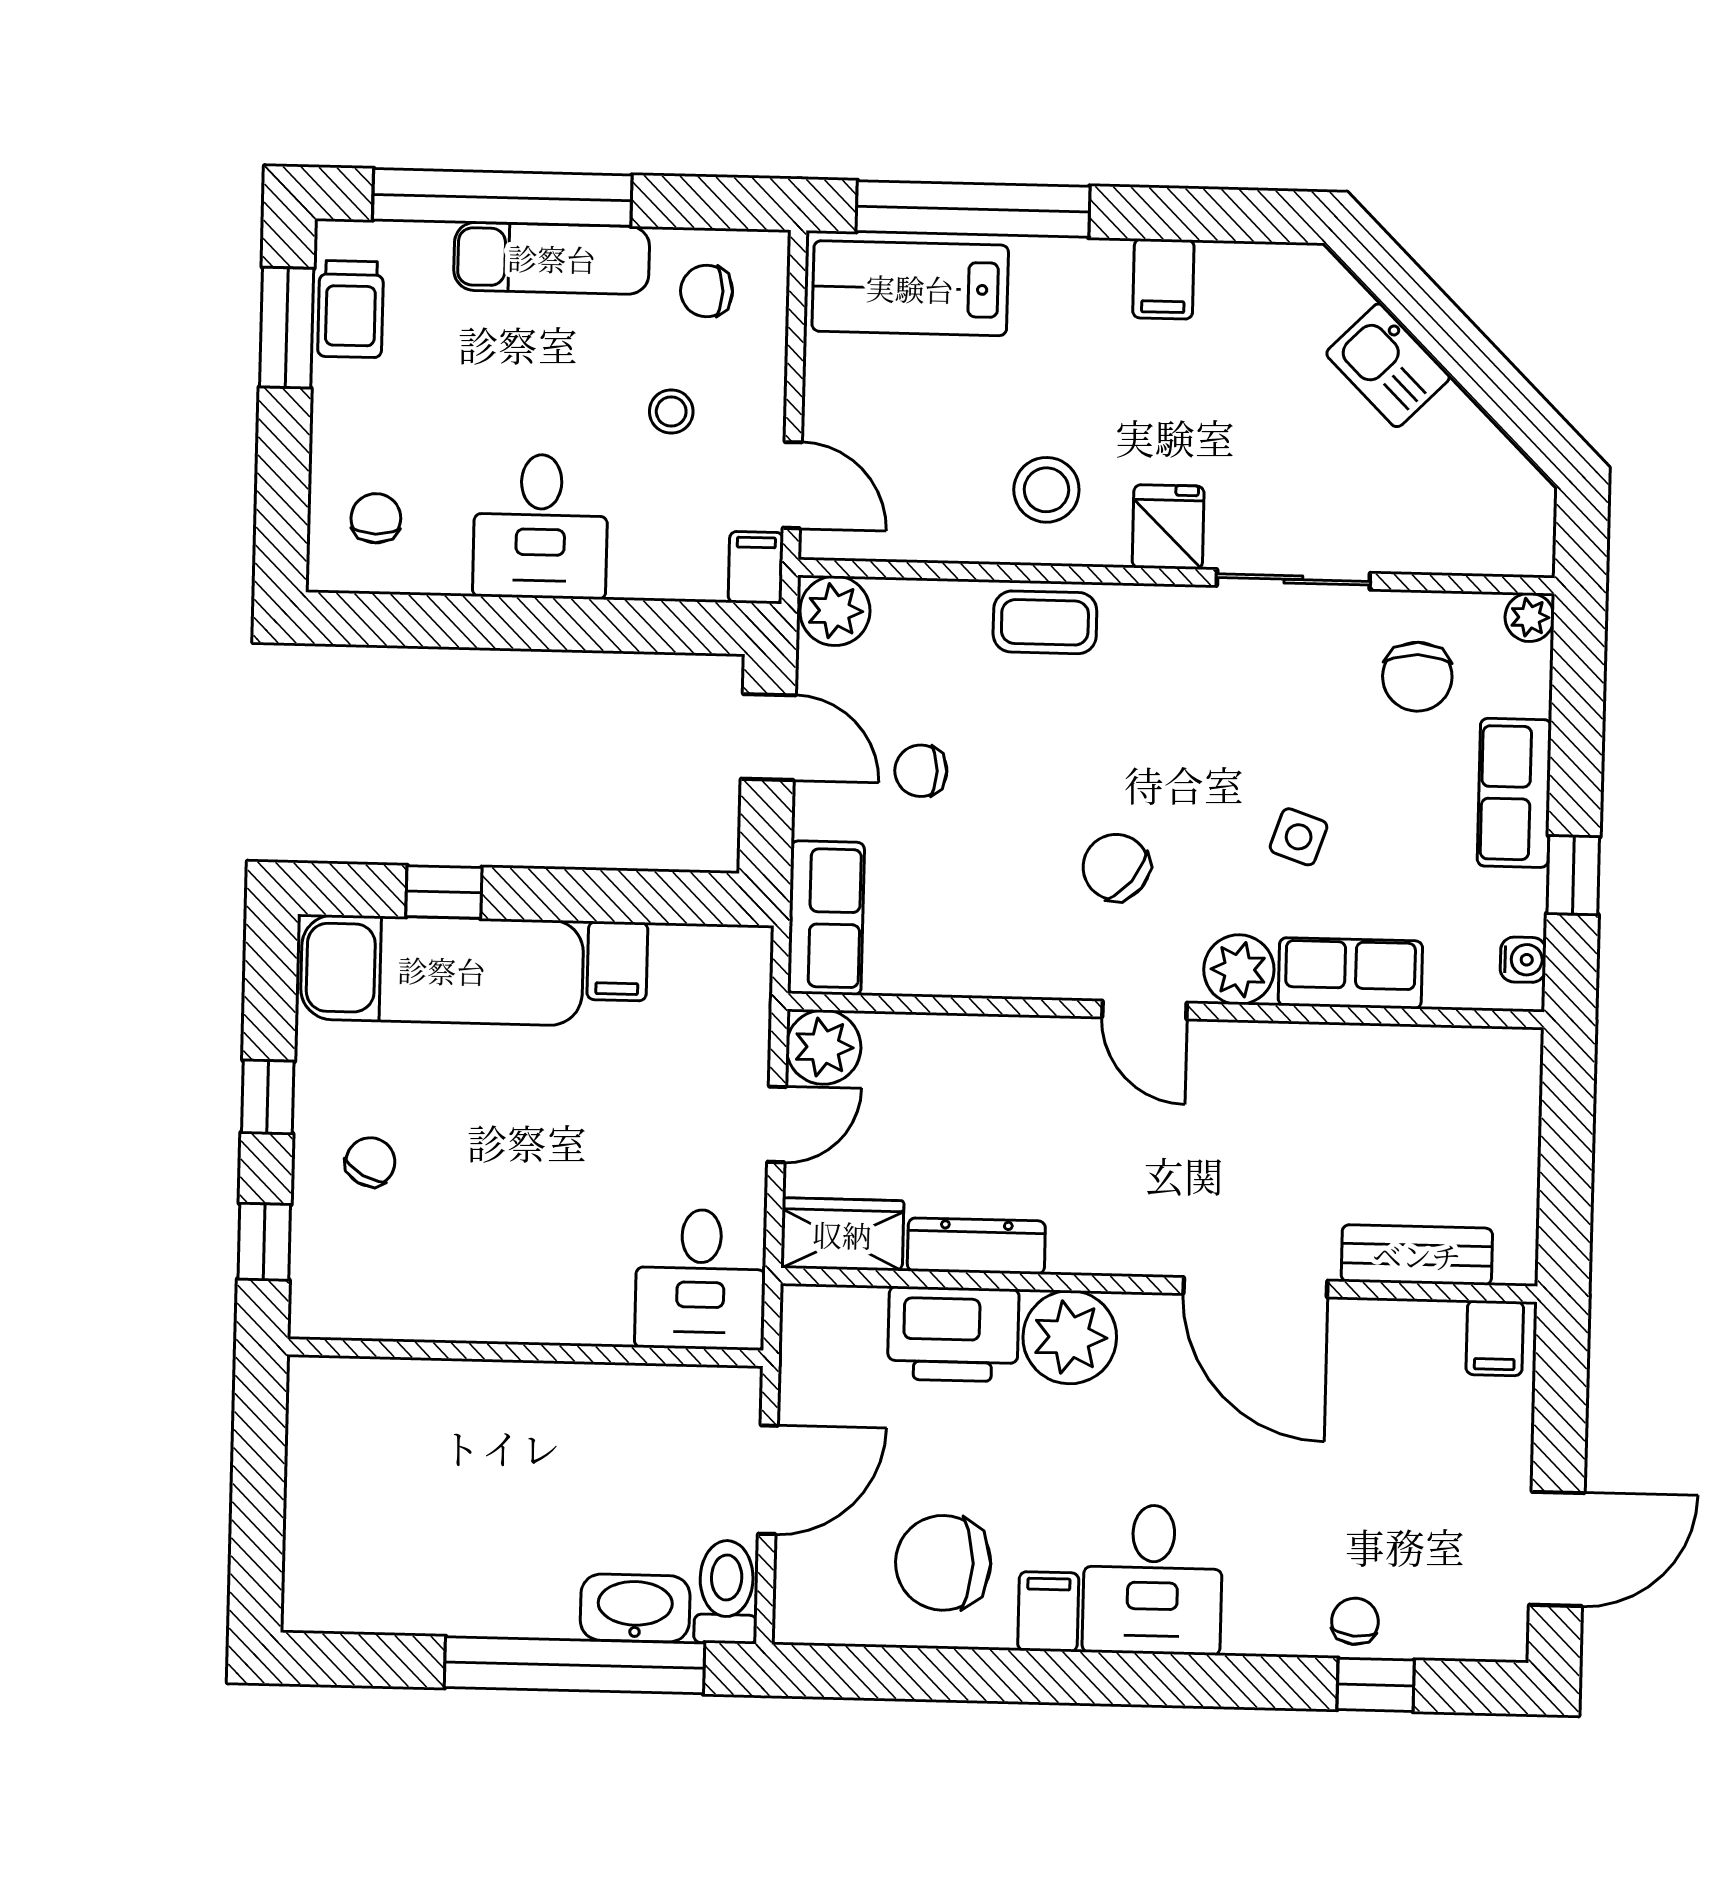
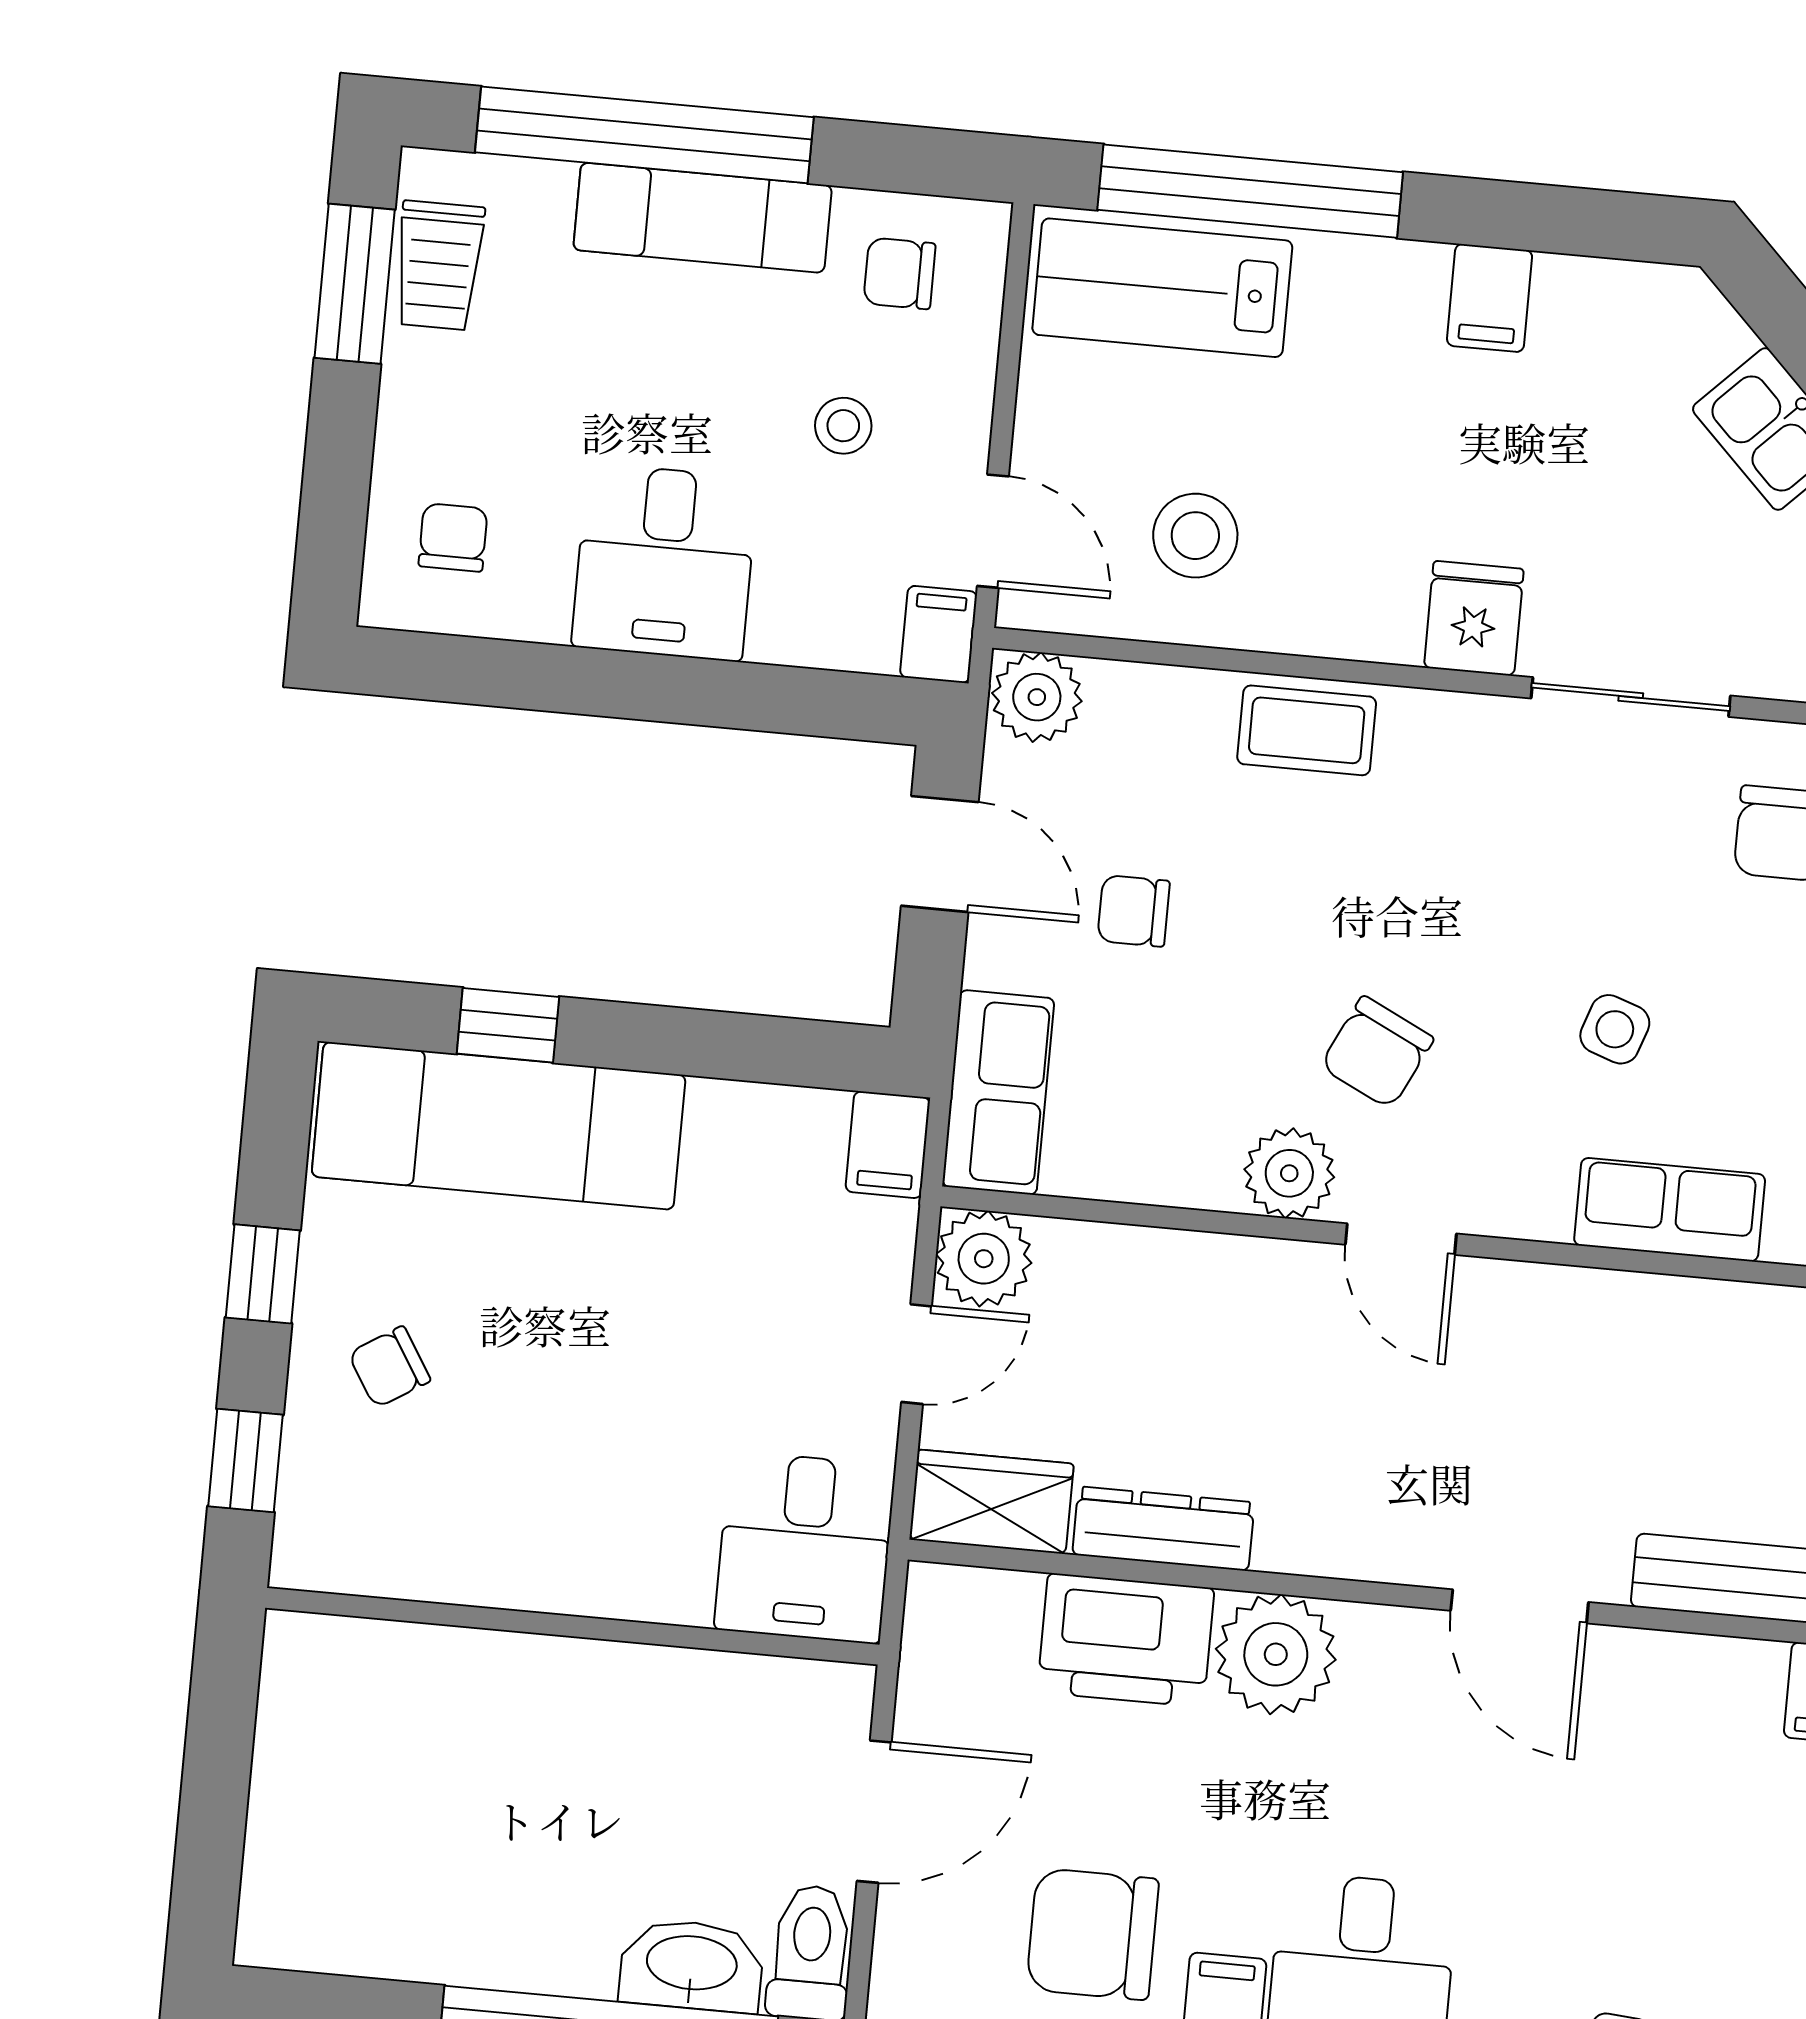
stool: (1046, 490) -> (1195, 536), moved
chair: (1116, 867) -> (1377, 1052), turned -103
filing cabinet: (617, 961) -> (888, 1145), moved
plant: (1239, 970) -> (1289, 1173), moved
chair: (370, 1162) -> (389, 1367), turned -151
door: (1255, 1287) -> (1520, 1606), width x0.73

